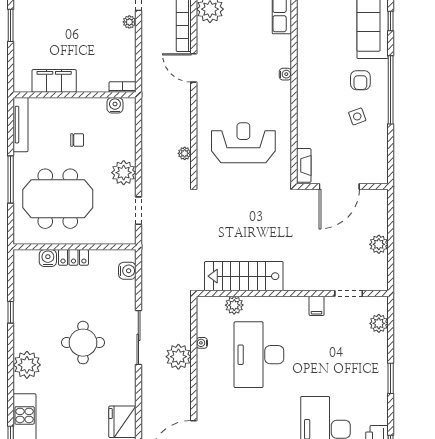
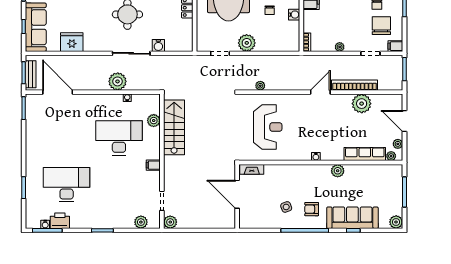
plant: (129, 22) -> (340, 47), moved
plant: (306, 43) -> (338, 171), added
water cooler: (115, 105) -> (294, 15), moved
plant: (379, 244) -> (170, 222), moved
water cooler: (127, 271) -> (158, 45), moved
filing cabinet: (317, 306) -> (153, 165), moved

